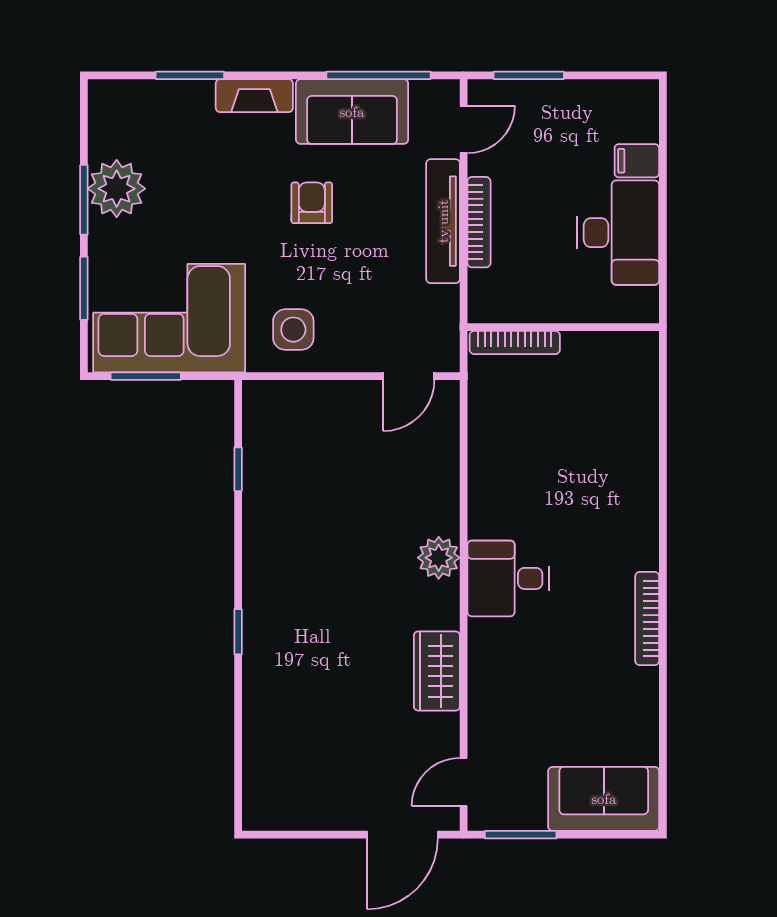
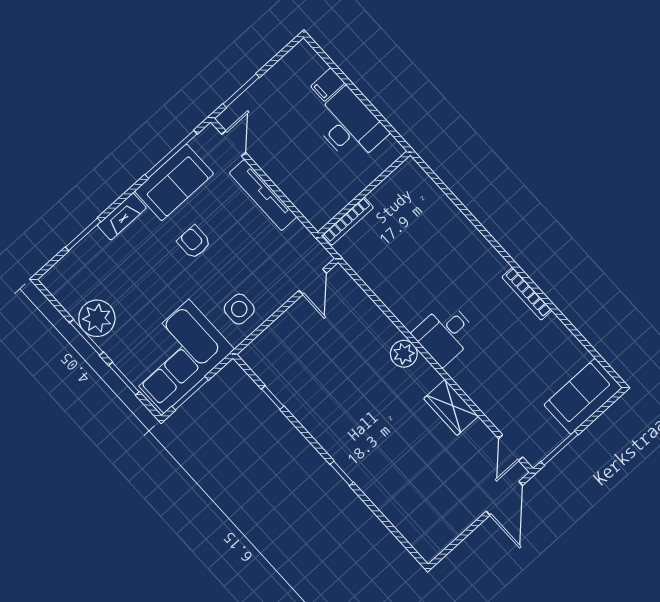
bookcase: (479, 222) -> (280, 180), removed

